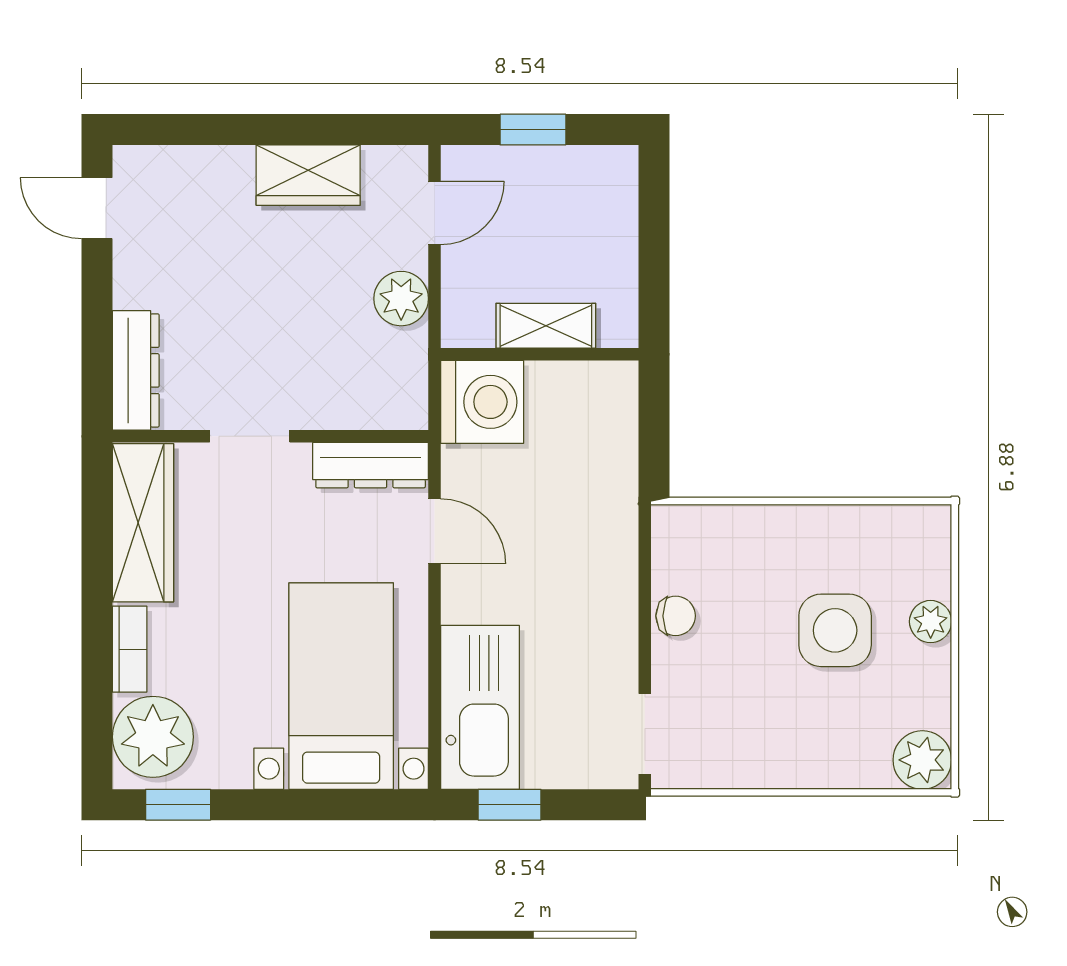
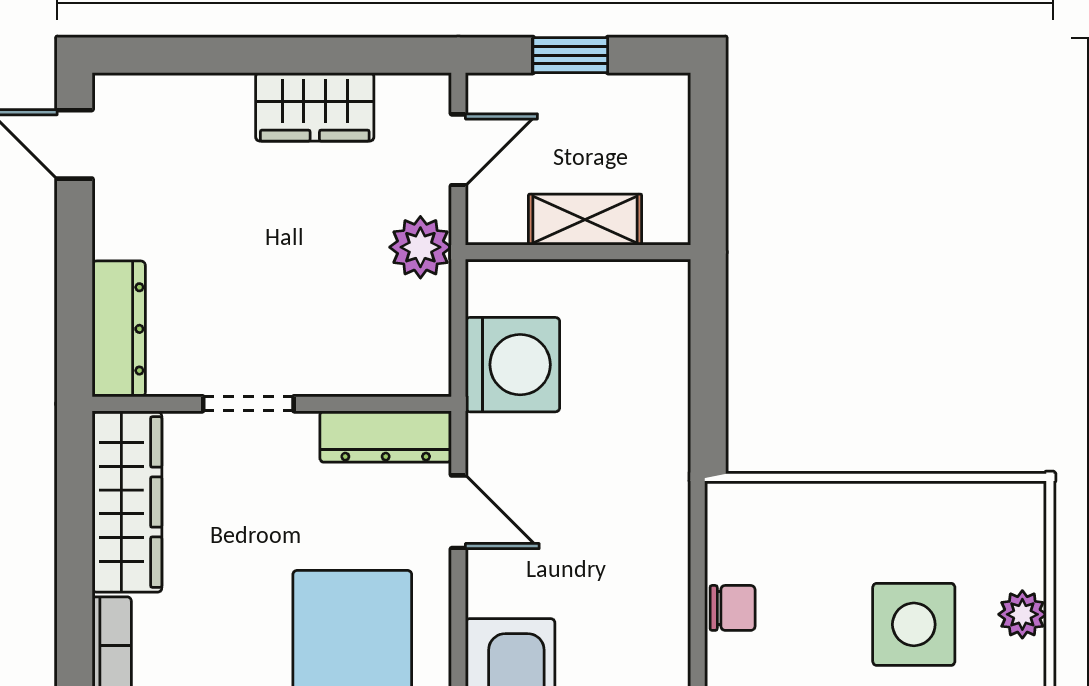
shelving: (546, 326) -> (585, 220), moved
wall: (540, 354) -> (578, 252), moved

